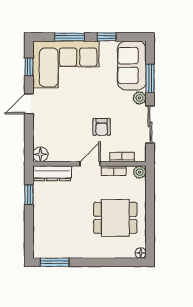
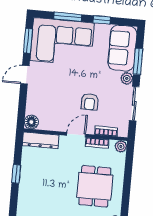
window: (29, 67) -> (28, 41), width x1.50
window: (29, 195) -> (16, 174), moved
dining table: (115, 218) -> (95, 186), turned 90

